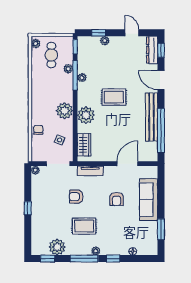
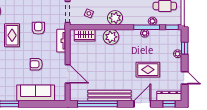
door: (132, 33) -> (185, 78), hinge flipped
rug: (114, 97) -> (148, 70), moved, turned 90

